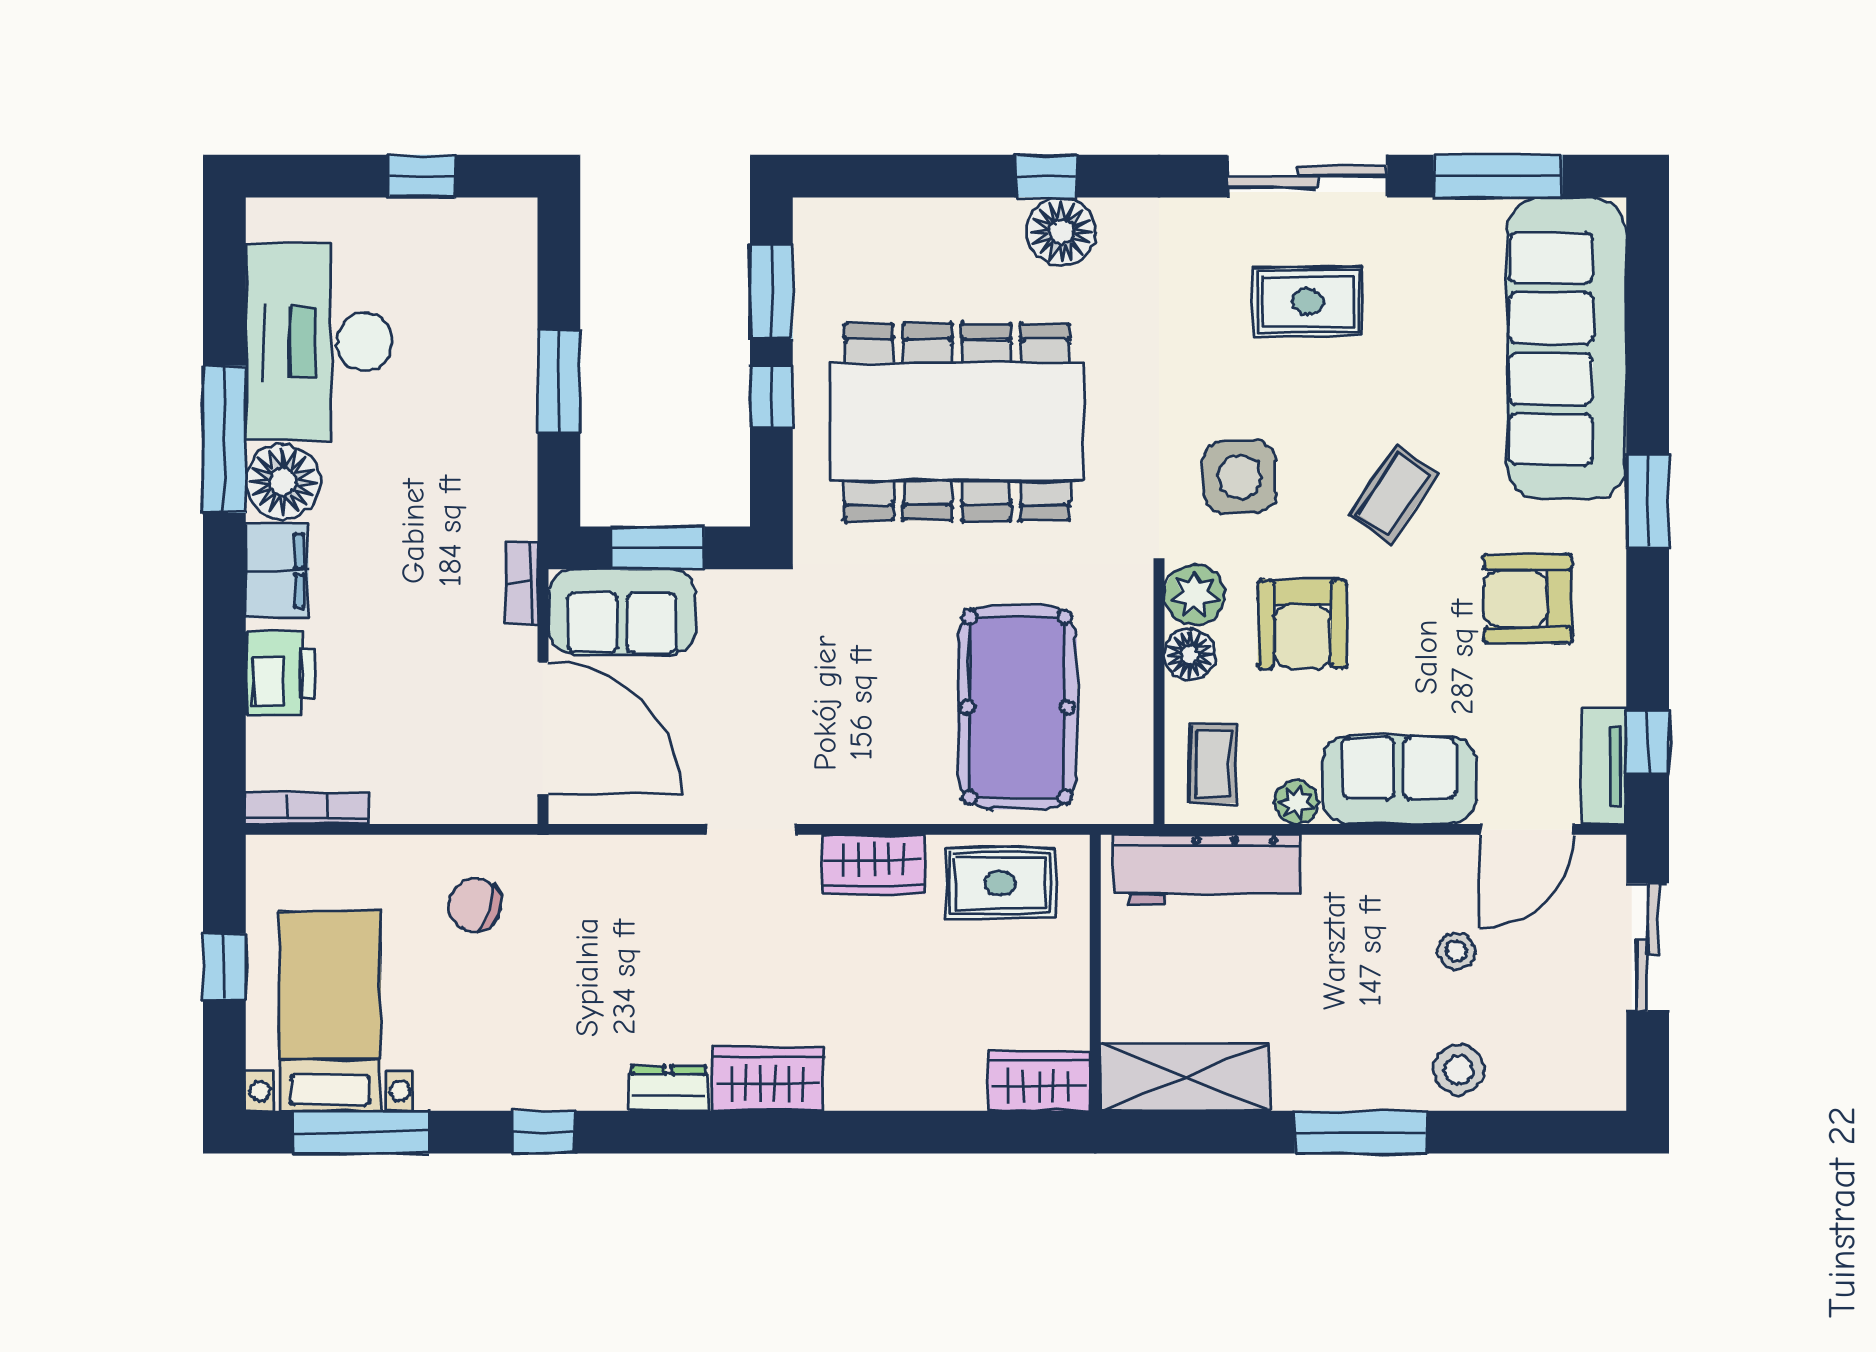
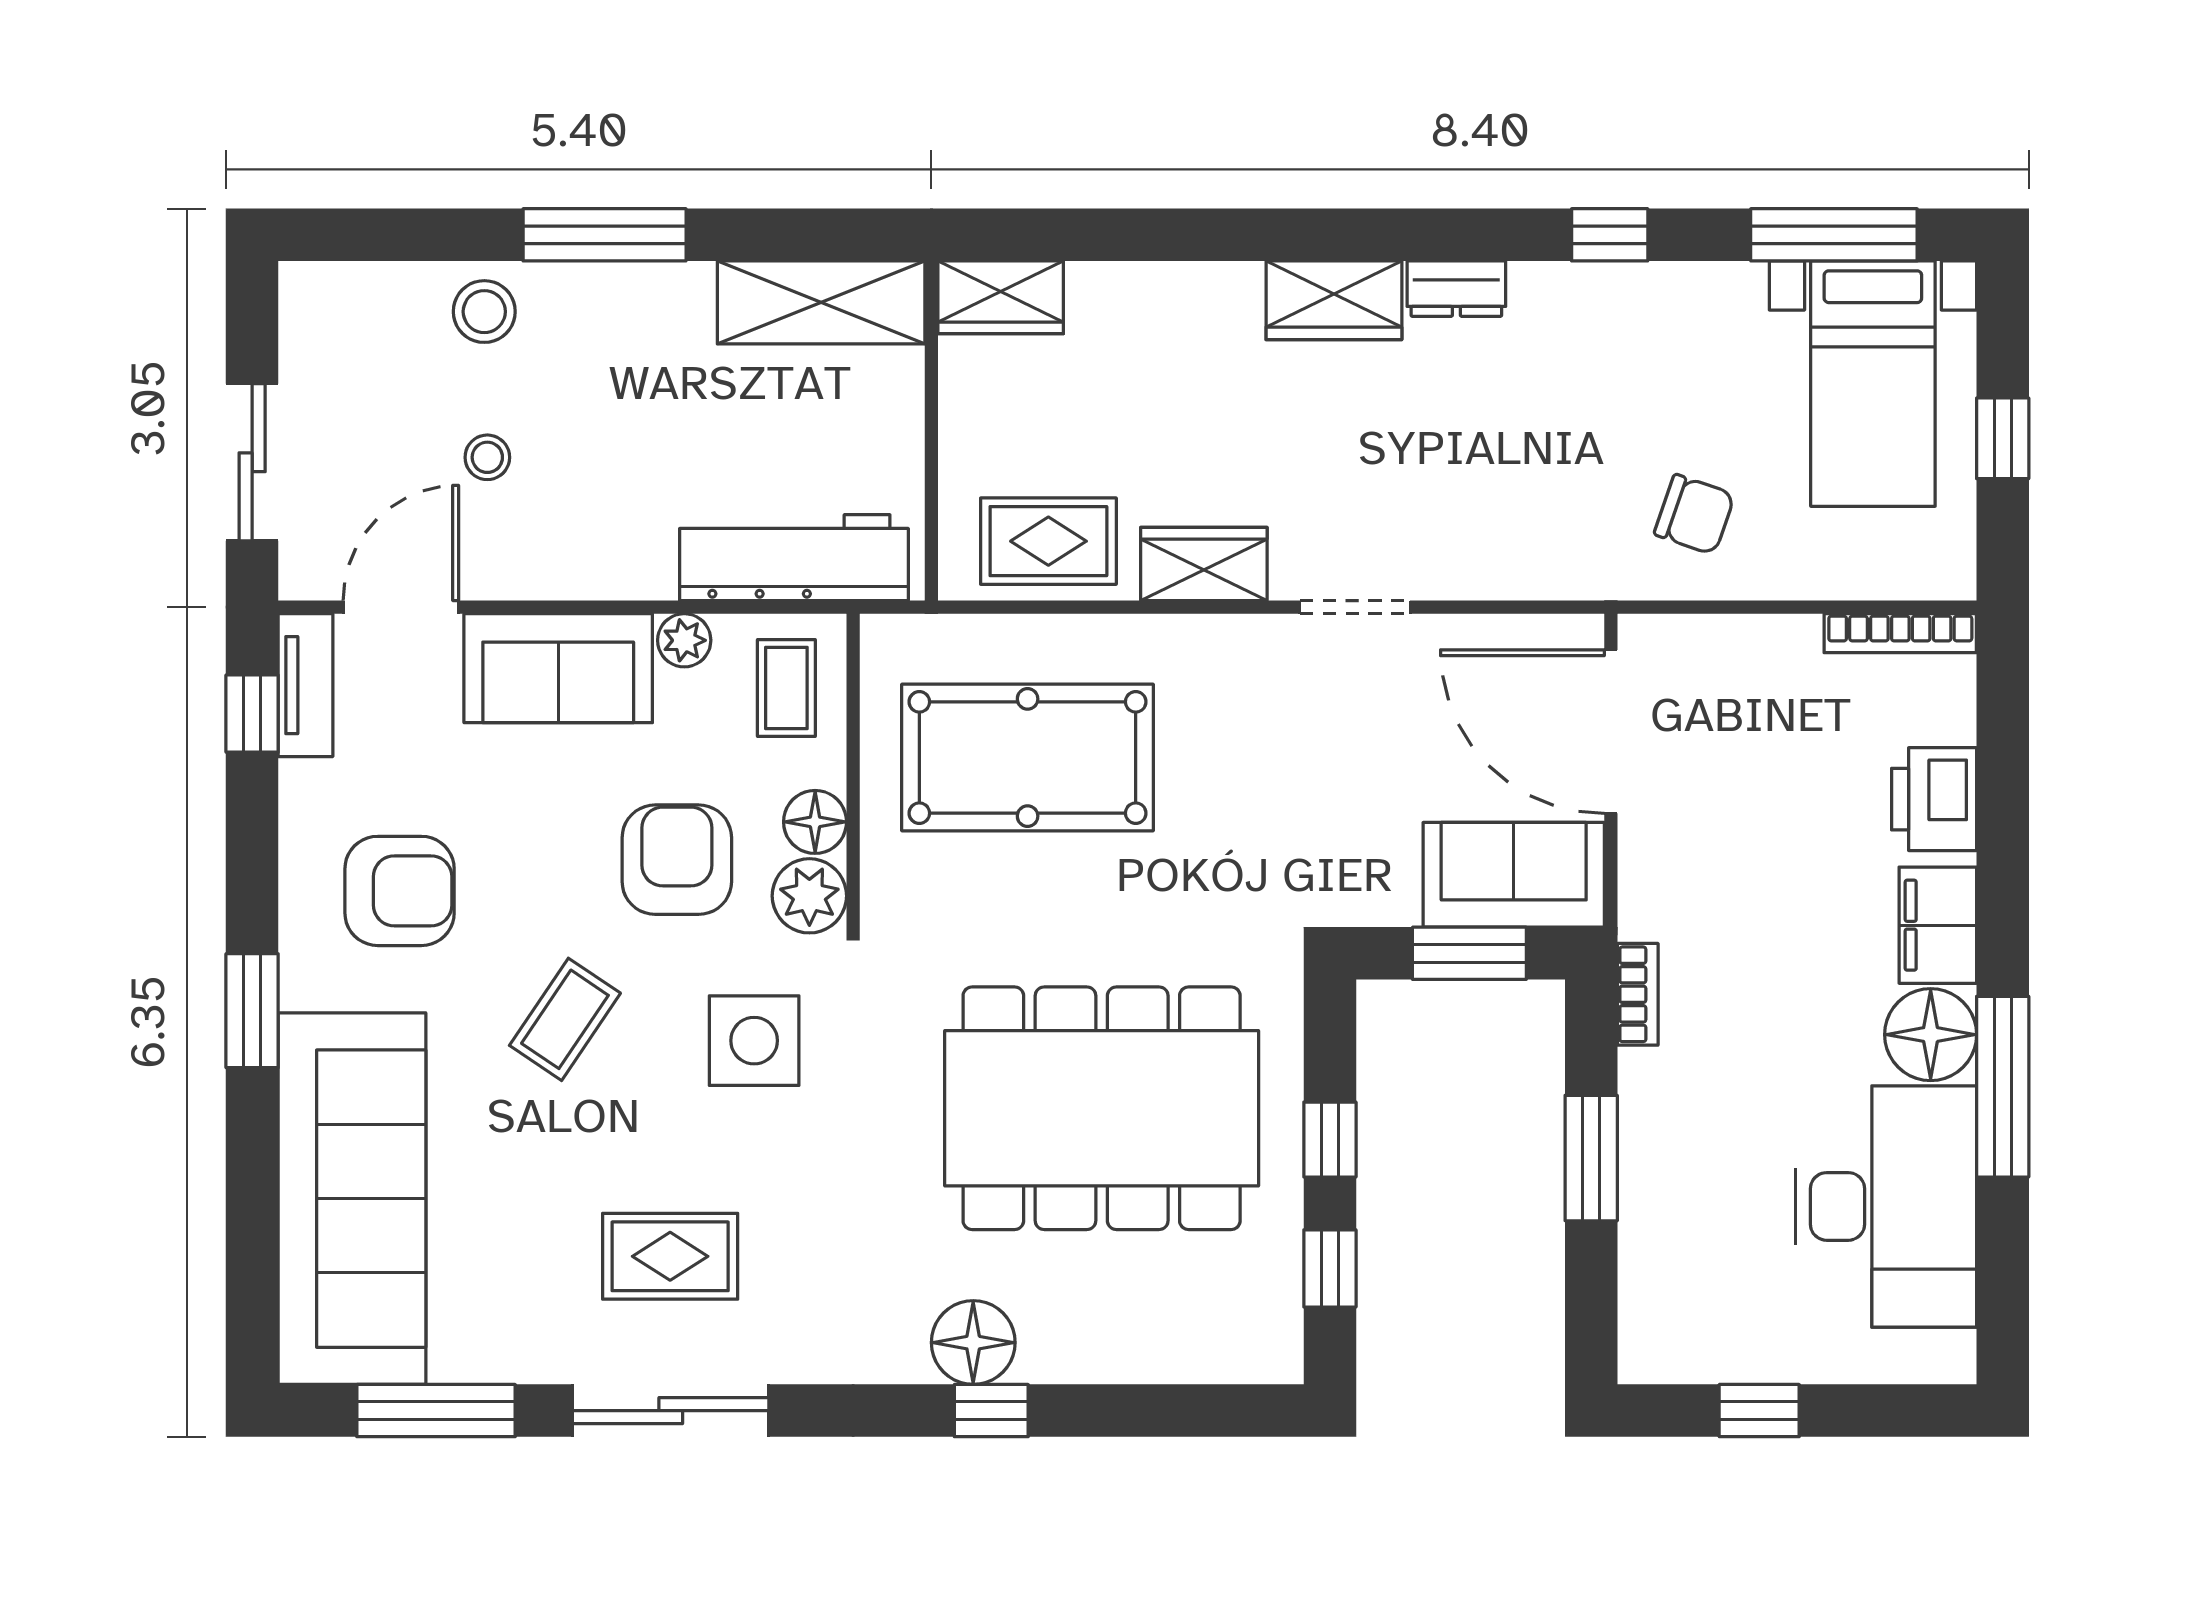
window: (771, 292) -> (1330, 1268), width x0.67
bookcase: (521, 583) -> (1638, 994), moved
pool table: (1017, 707) -> (1028, 757), turned 90

